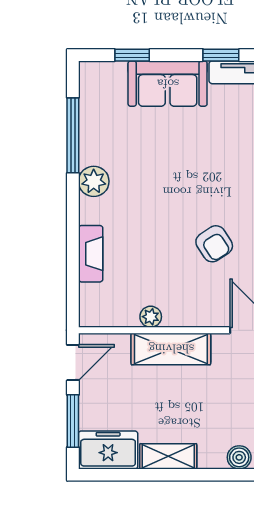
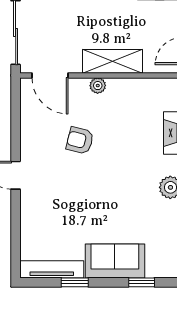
armchair: (214, 244) -> (80, 140), turned -43
plant: (151, 317) -> (98, 86), moved

